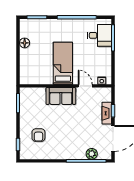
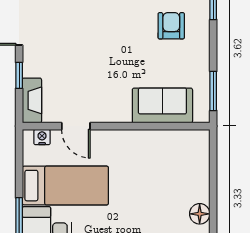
bed: (63, 63) -> (65, 186), moved, turned -90
sofa: (61, 96) -> (162, 105), moved
fireplace: (107, 113) -> (32, 100), moved

